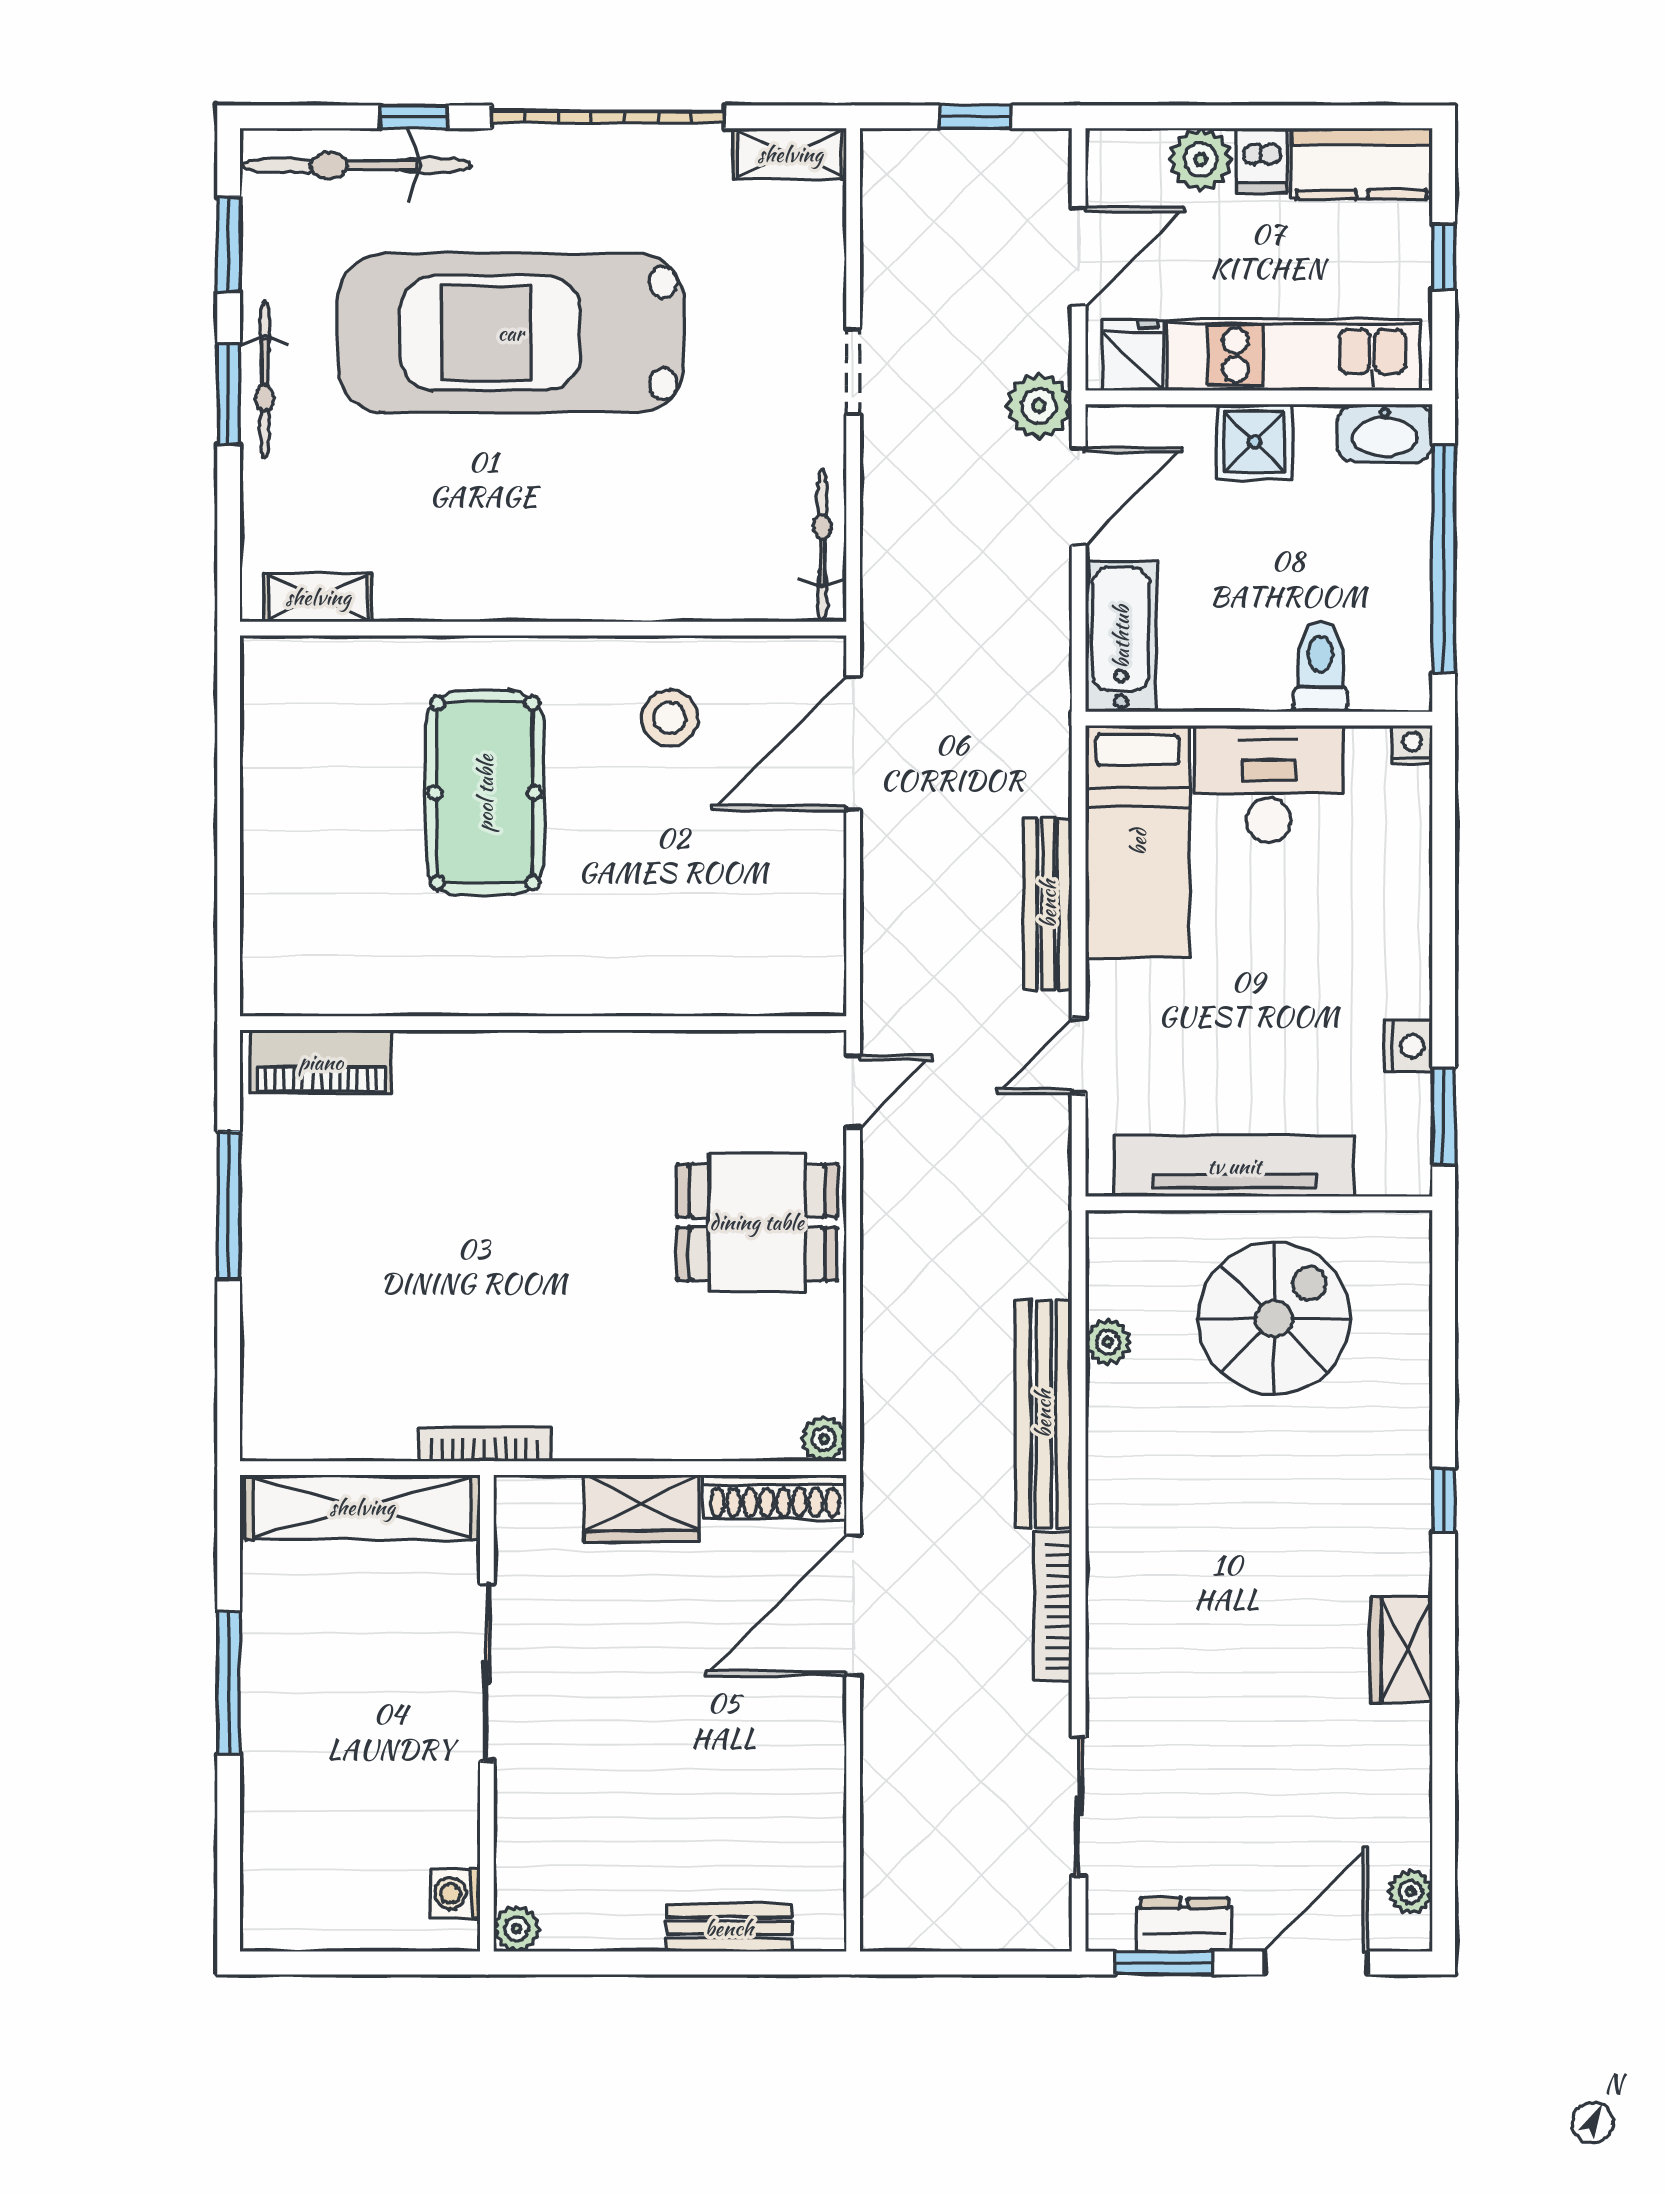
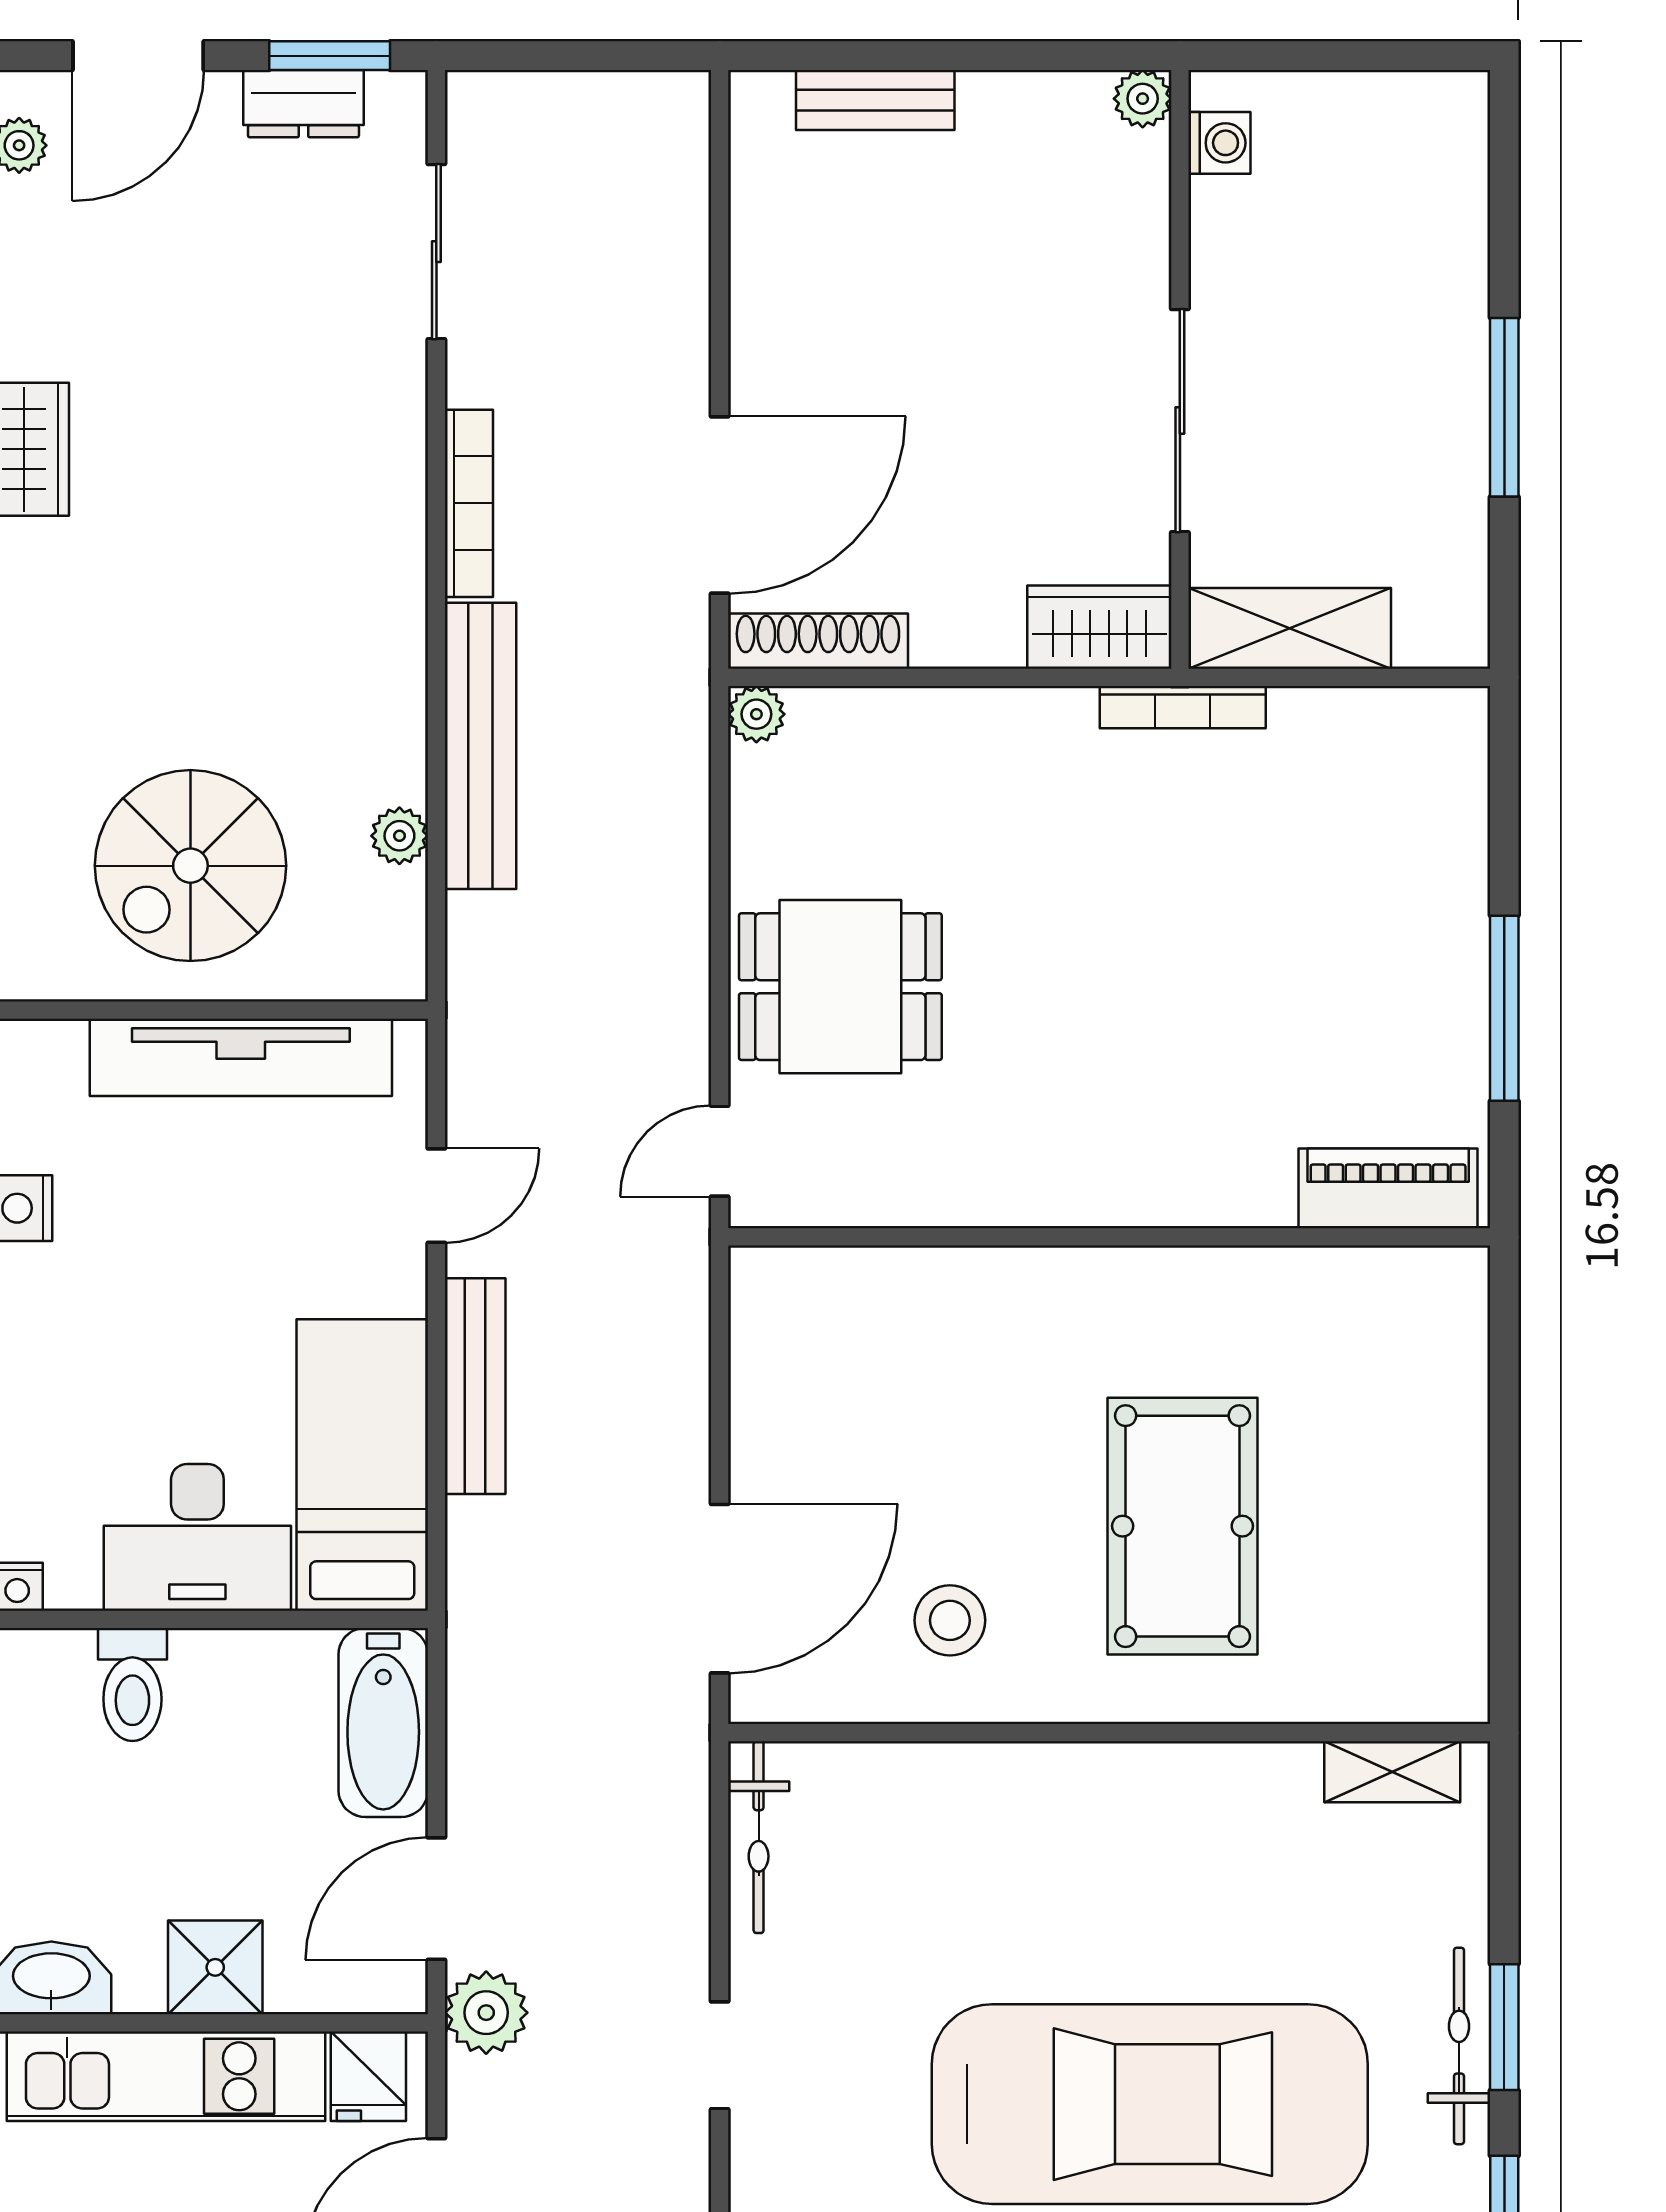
shelving: (362, 1507) -> (1290, 628), width x0.68
wardrobe: (642, 1508) -> (1099, 627), moved

